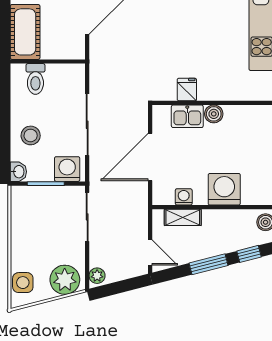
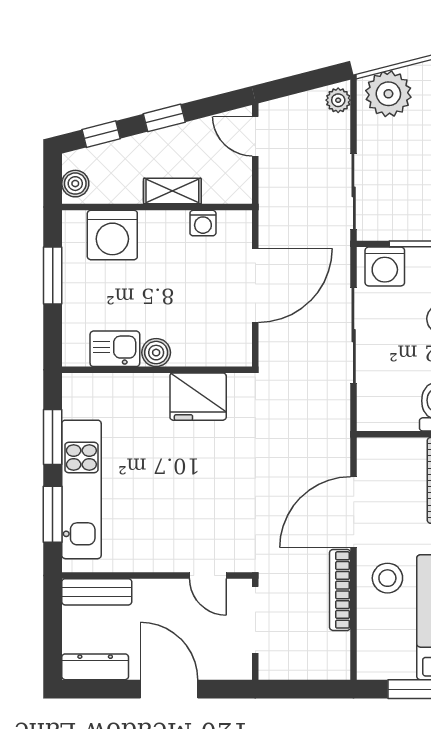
fridge: (187, 90) -> (198, 397), width x1.88, depth x1.34
kitchen sink: (187, 116) -> (115, 349), moved
washing machine: (224, 189) -> (112, 235), moved
shelving: (183, 217) -> (172, 191), moved
window: (209, 264) -> (164, 118), width x0.67

